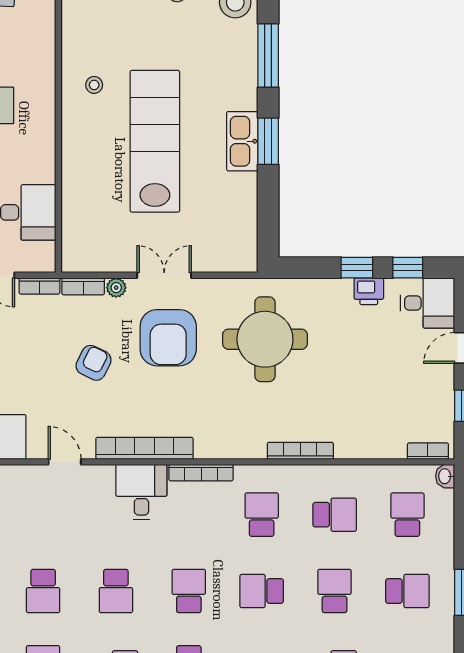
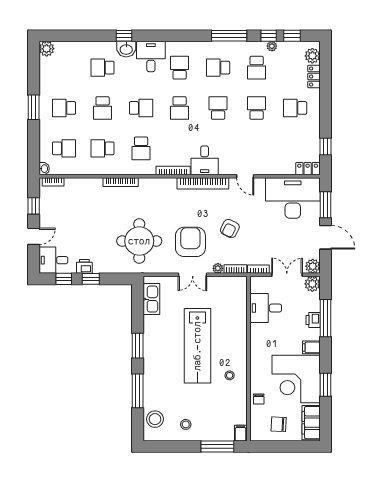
chair: (39, 40) -> (259, 399), added
kitchen sink: (242, 141) -> (151, 299), moved
school desk: (407, 515) -> (64, 148), turned -90

